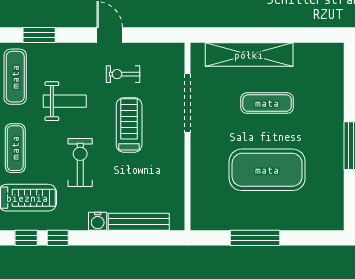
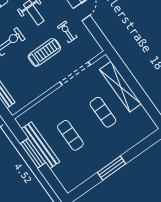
exercise mat: (267, 170) -> (70, 135), width x0.50, depth x0.69
bench: (252, 220) -> (41, 145), added

